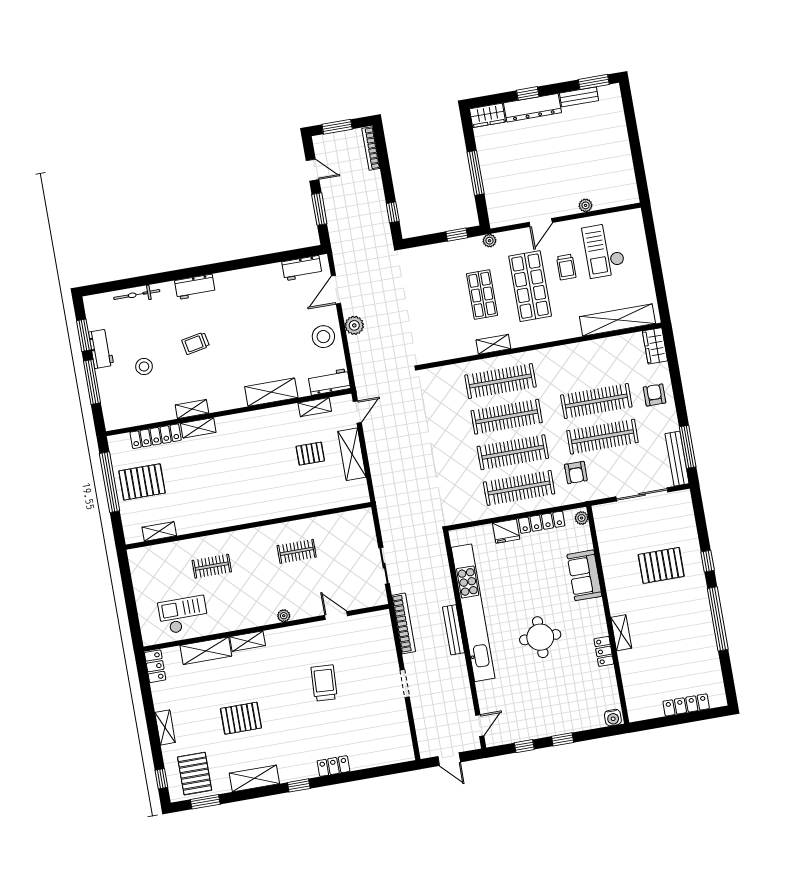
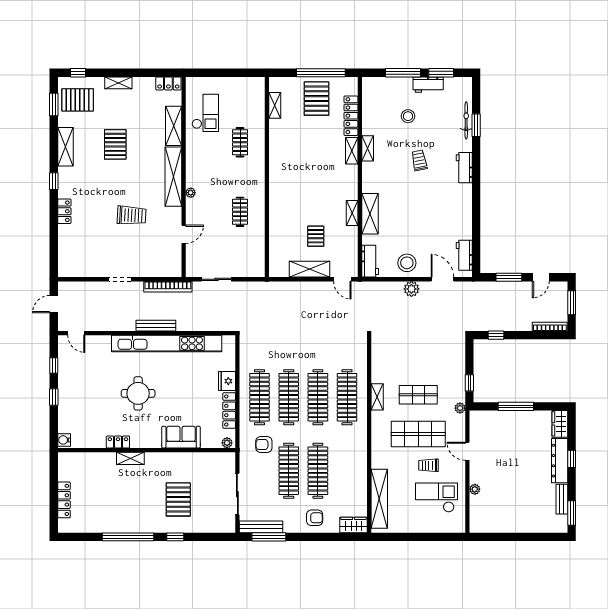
window: (141, 281) -> (476, 125), added
shelving: (315, 407) -> (352, 213), moved
shelving: (248, 641) -> (173, 177), width x2.20, depth x1.33

